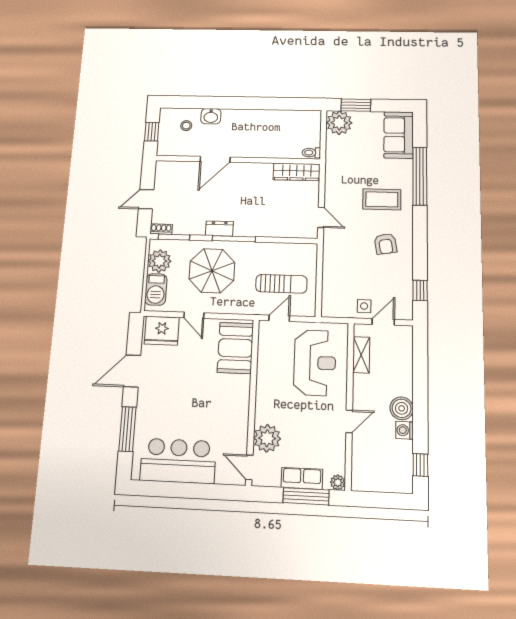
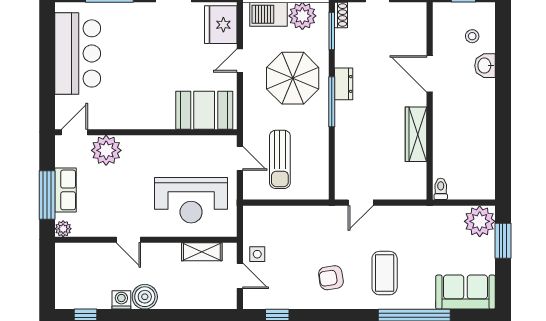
wardrobe: (297, 172) -> (416, 134), moved

